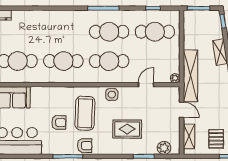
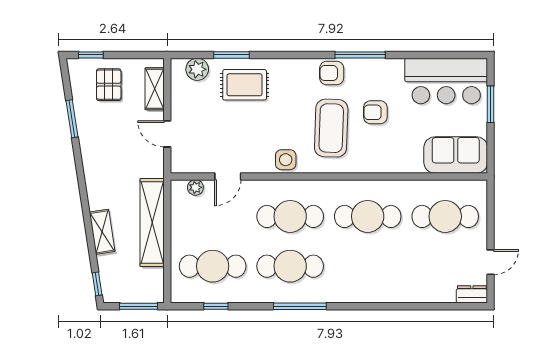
shelving: (191, 76) -> (152, 223), moved
plant: (175, 78) -> (195, 187), moved
rug: (127, 129) -> (245, 85), moved

